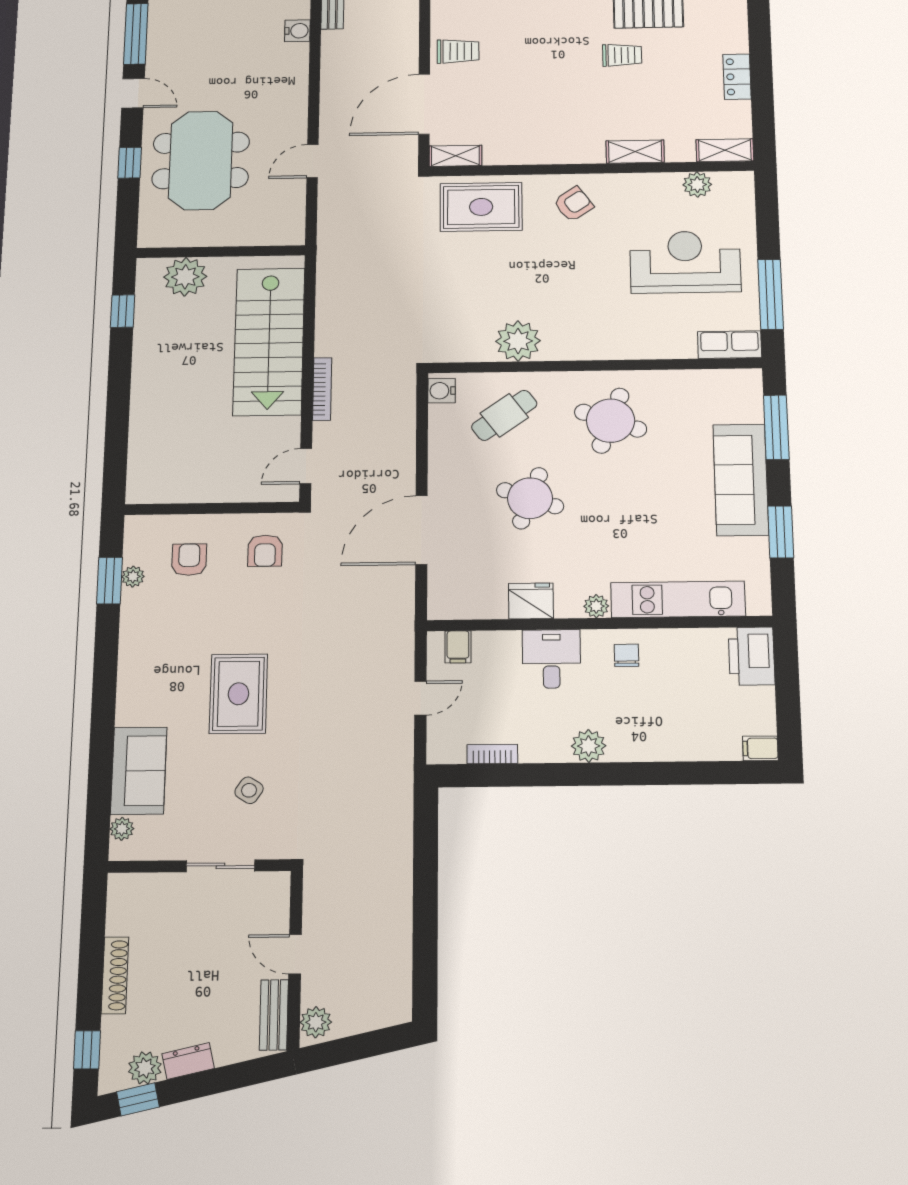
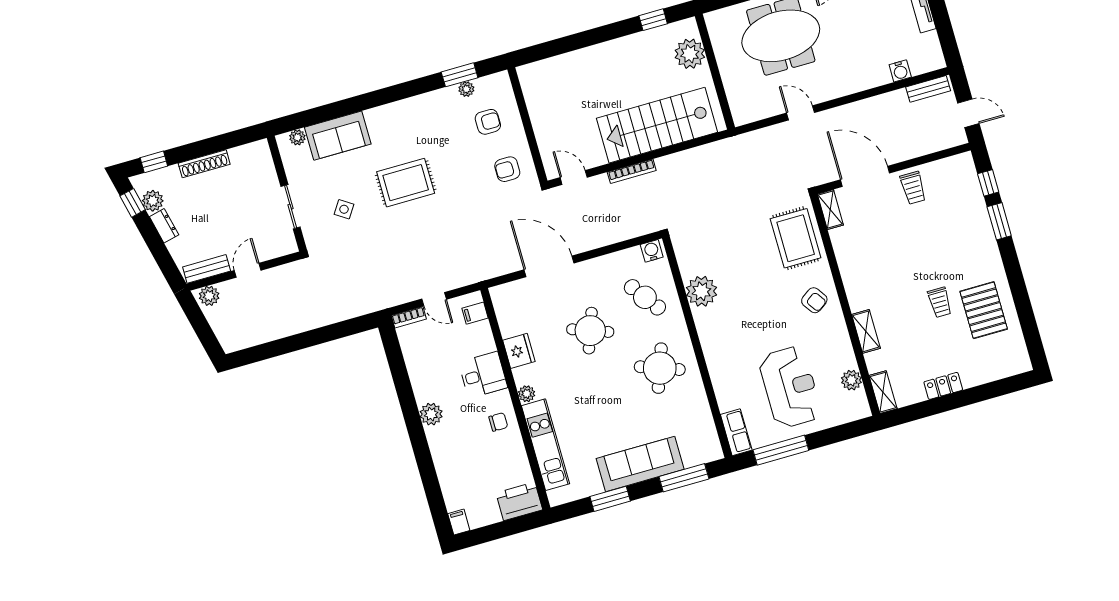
bookcase: (492, 754) -> (409, 317), moved, turned 90

